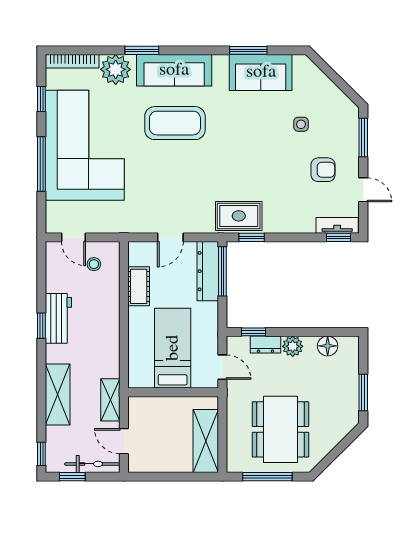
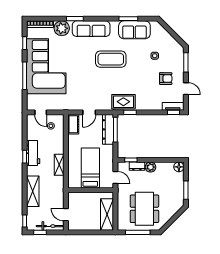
coffee table: (175, 123) -> (111, 59), moved
cot: (139, 286) -> (73, 124), moved
floor lamp: (328, 346) -> (179, 167), moved
shelving: (110, 400) -> (59, 165), moved

